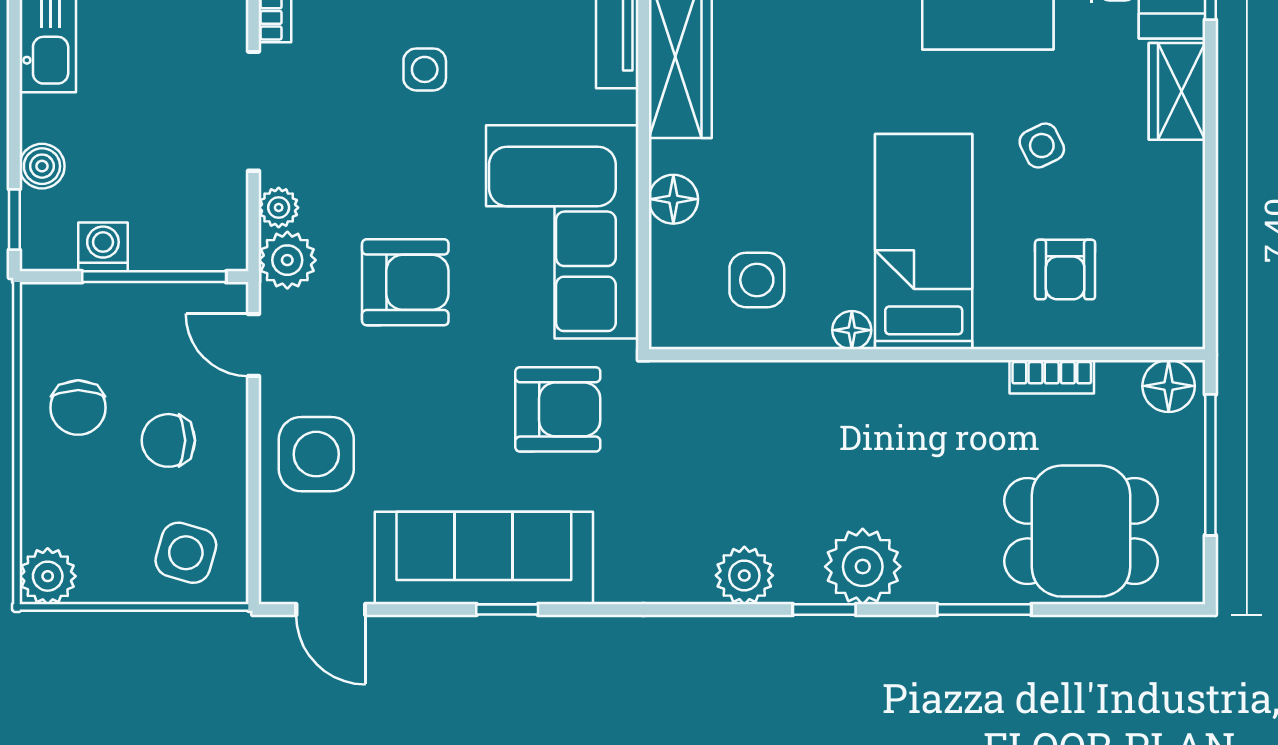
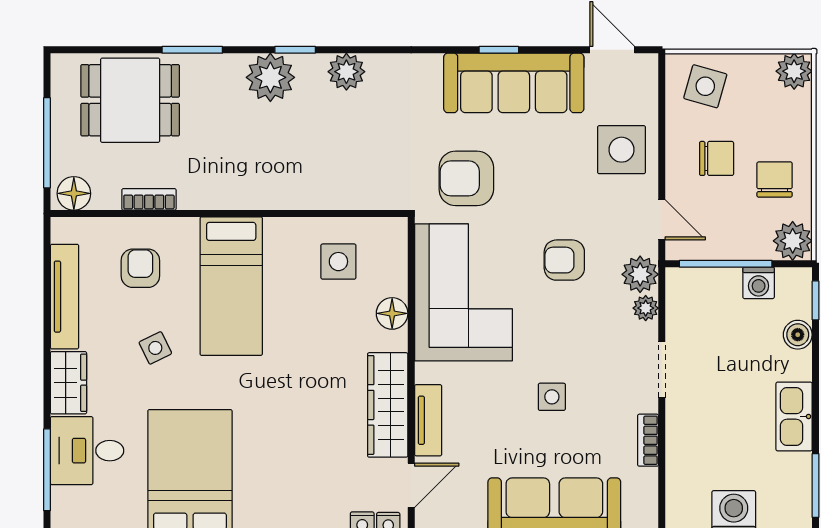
doorway: (254, 111) -> (662, 370), width x0.73
tv unit: (1183, 225) -> (65, 297), added
armchair: (405, 282) -> (564, 260), width x0.72, depth x0.72
plant: (50, 312) -> (793, 241), added
floor lamp: (852, 330) -> (277, 229), removed

